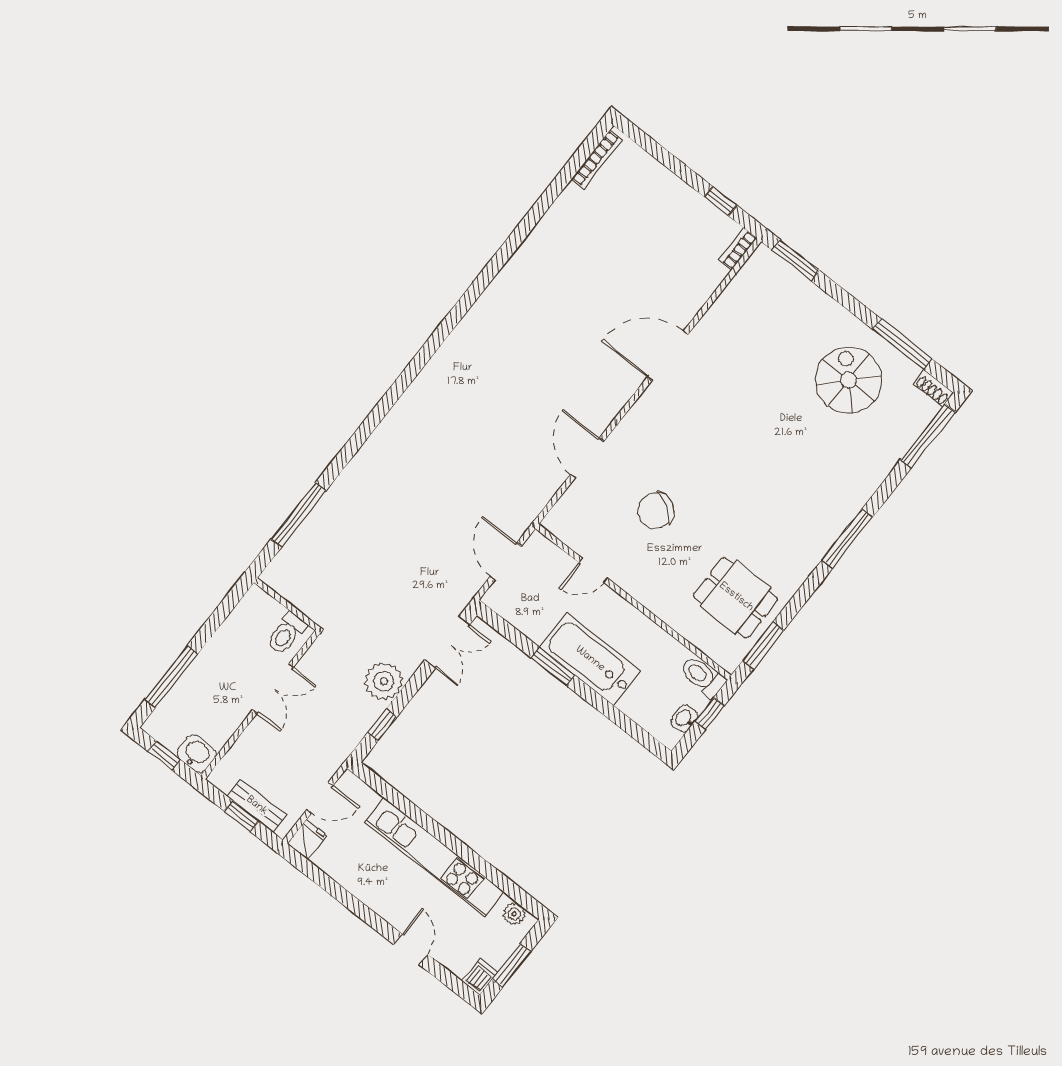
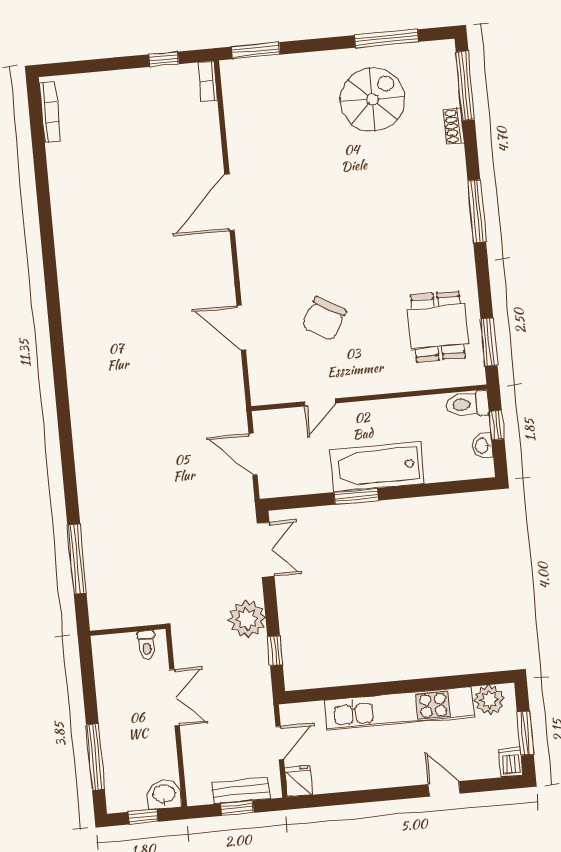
spiral stairs: (849, 380) -> (372, 99), turned 90
shoe rack: (933, 388) -> (454, 126), moved, turned 90
dining table: (736, 597) -> (438, 326), turned 90
toilet: (286, 633) -> (147, 645), width x0.73, depth x0.72
plant: (514, 914) -> (489, 700), width x1.38, depth x1.38

